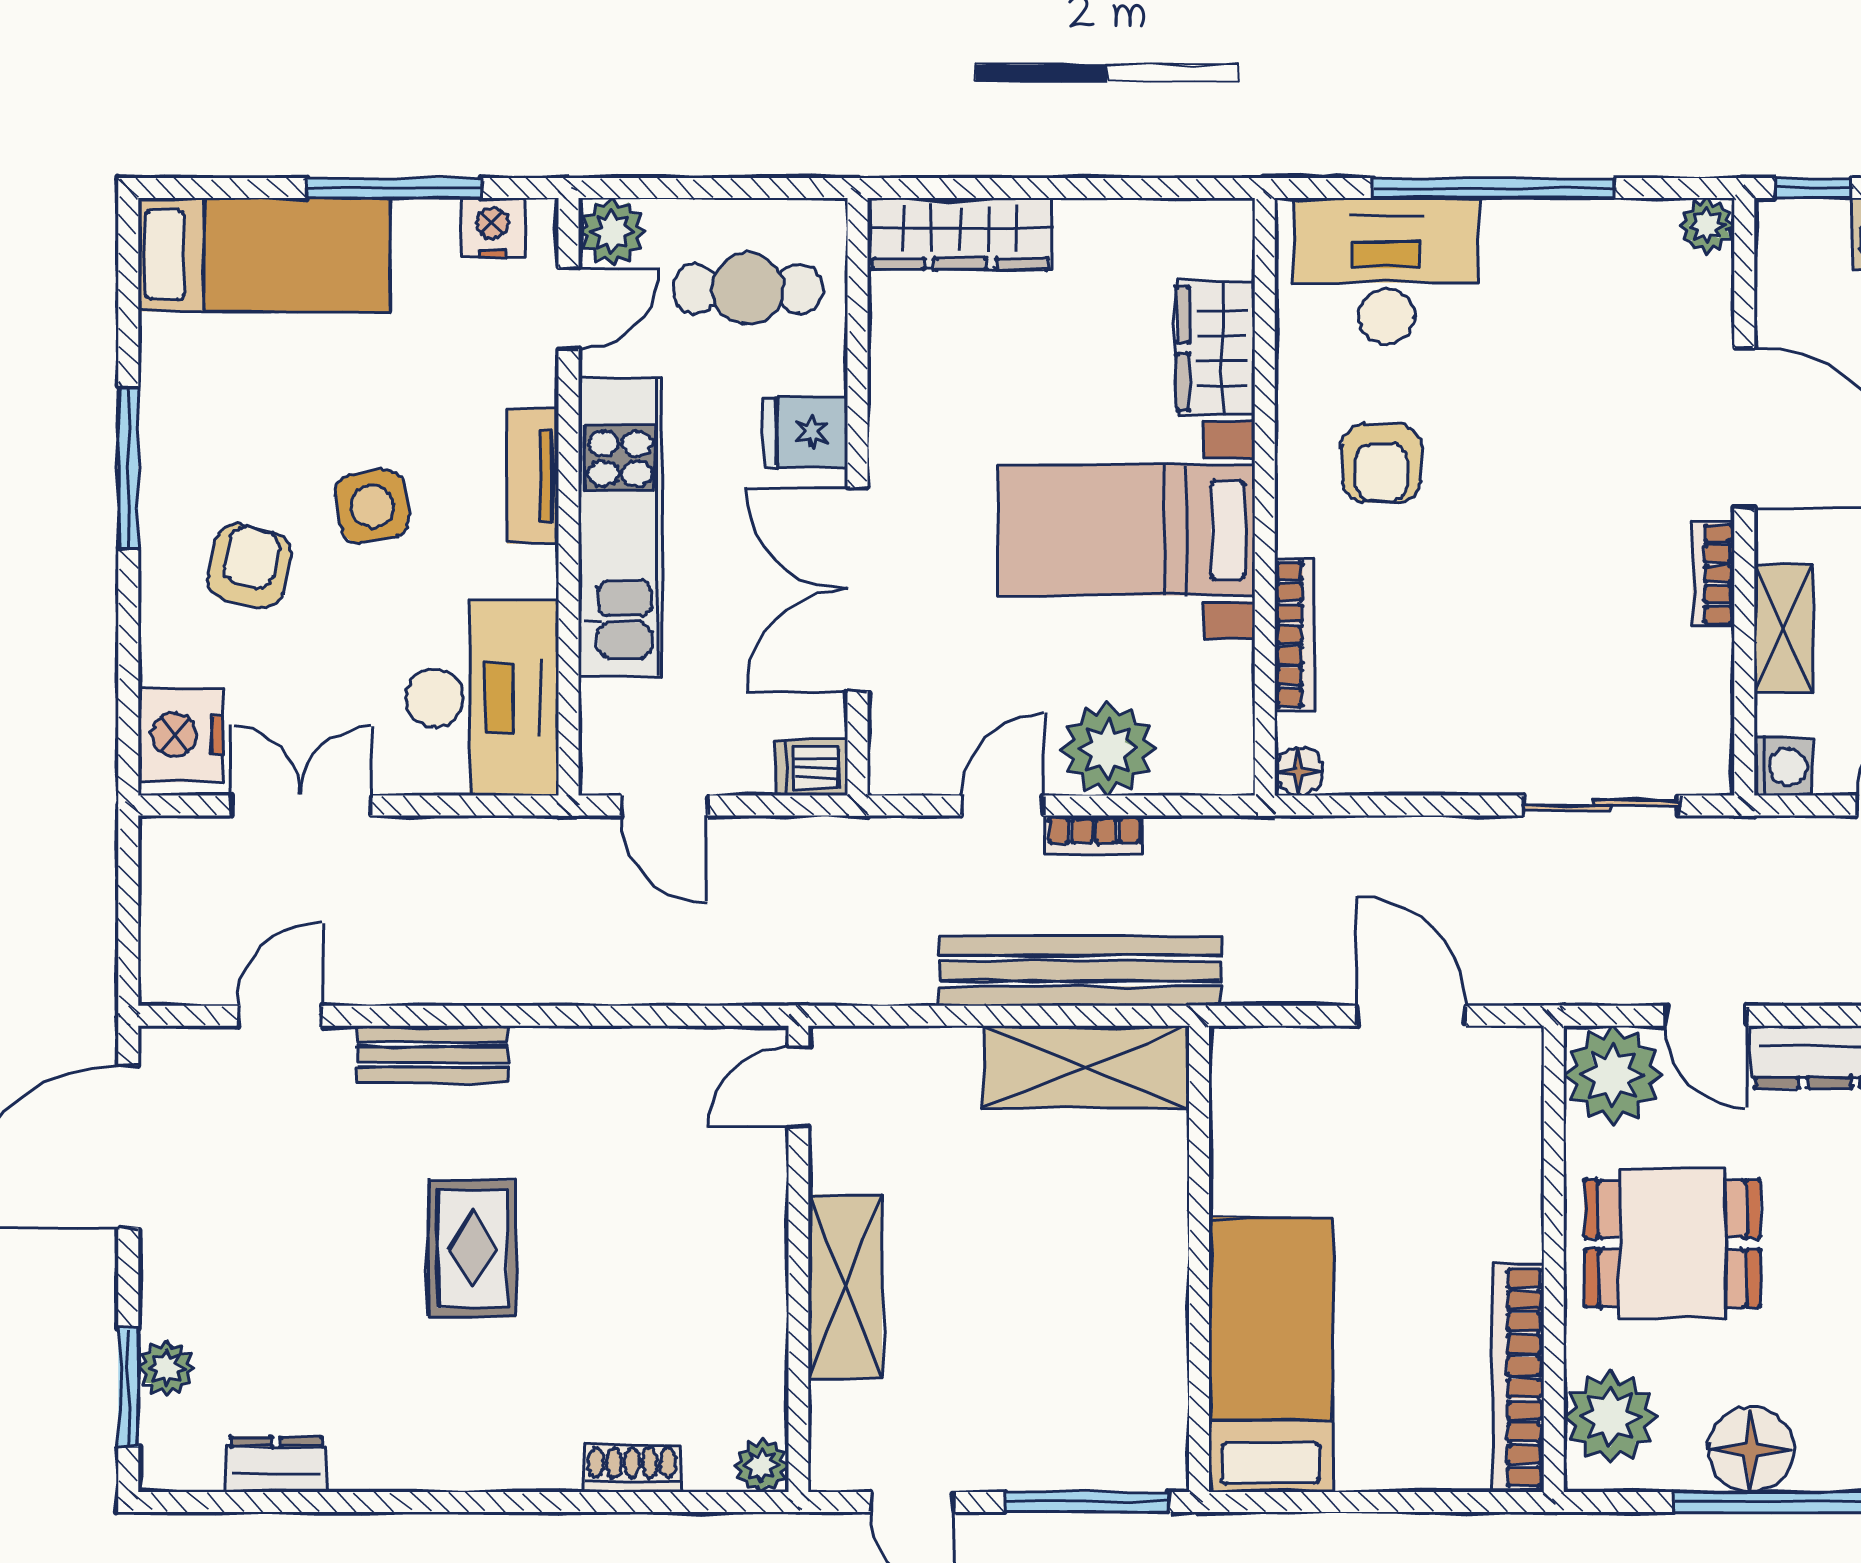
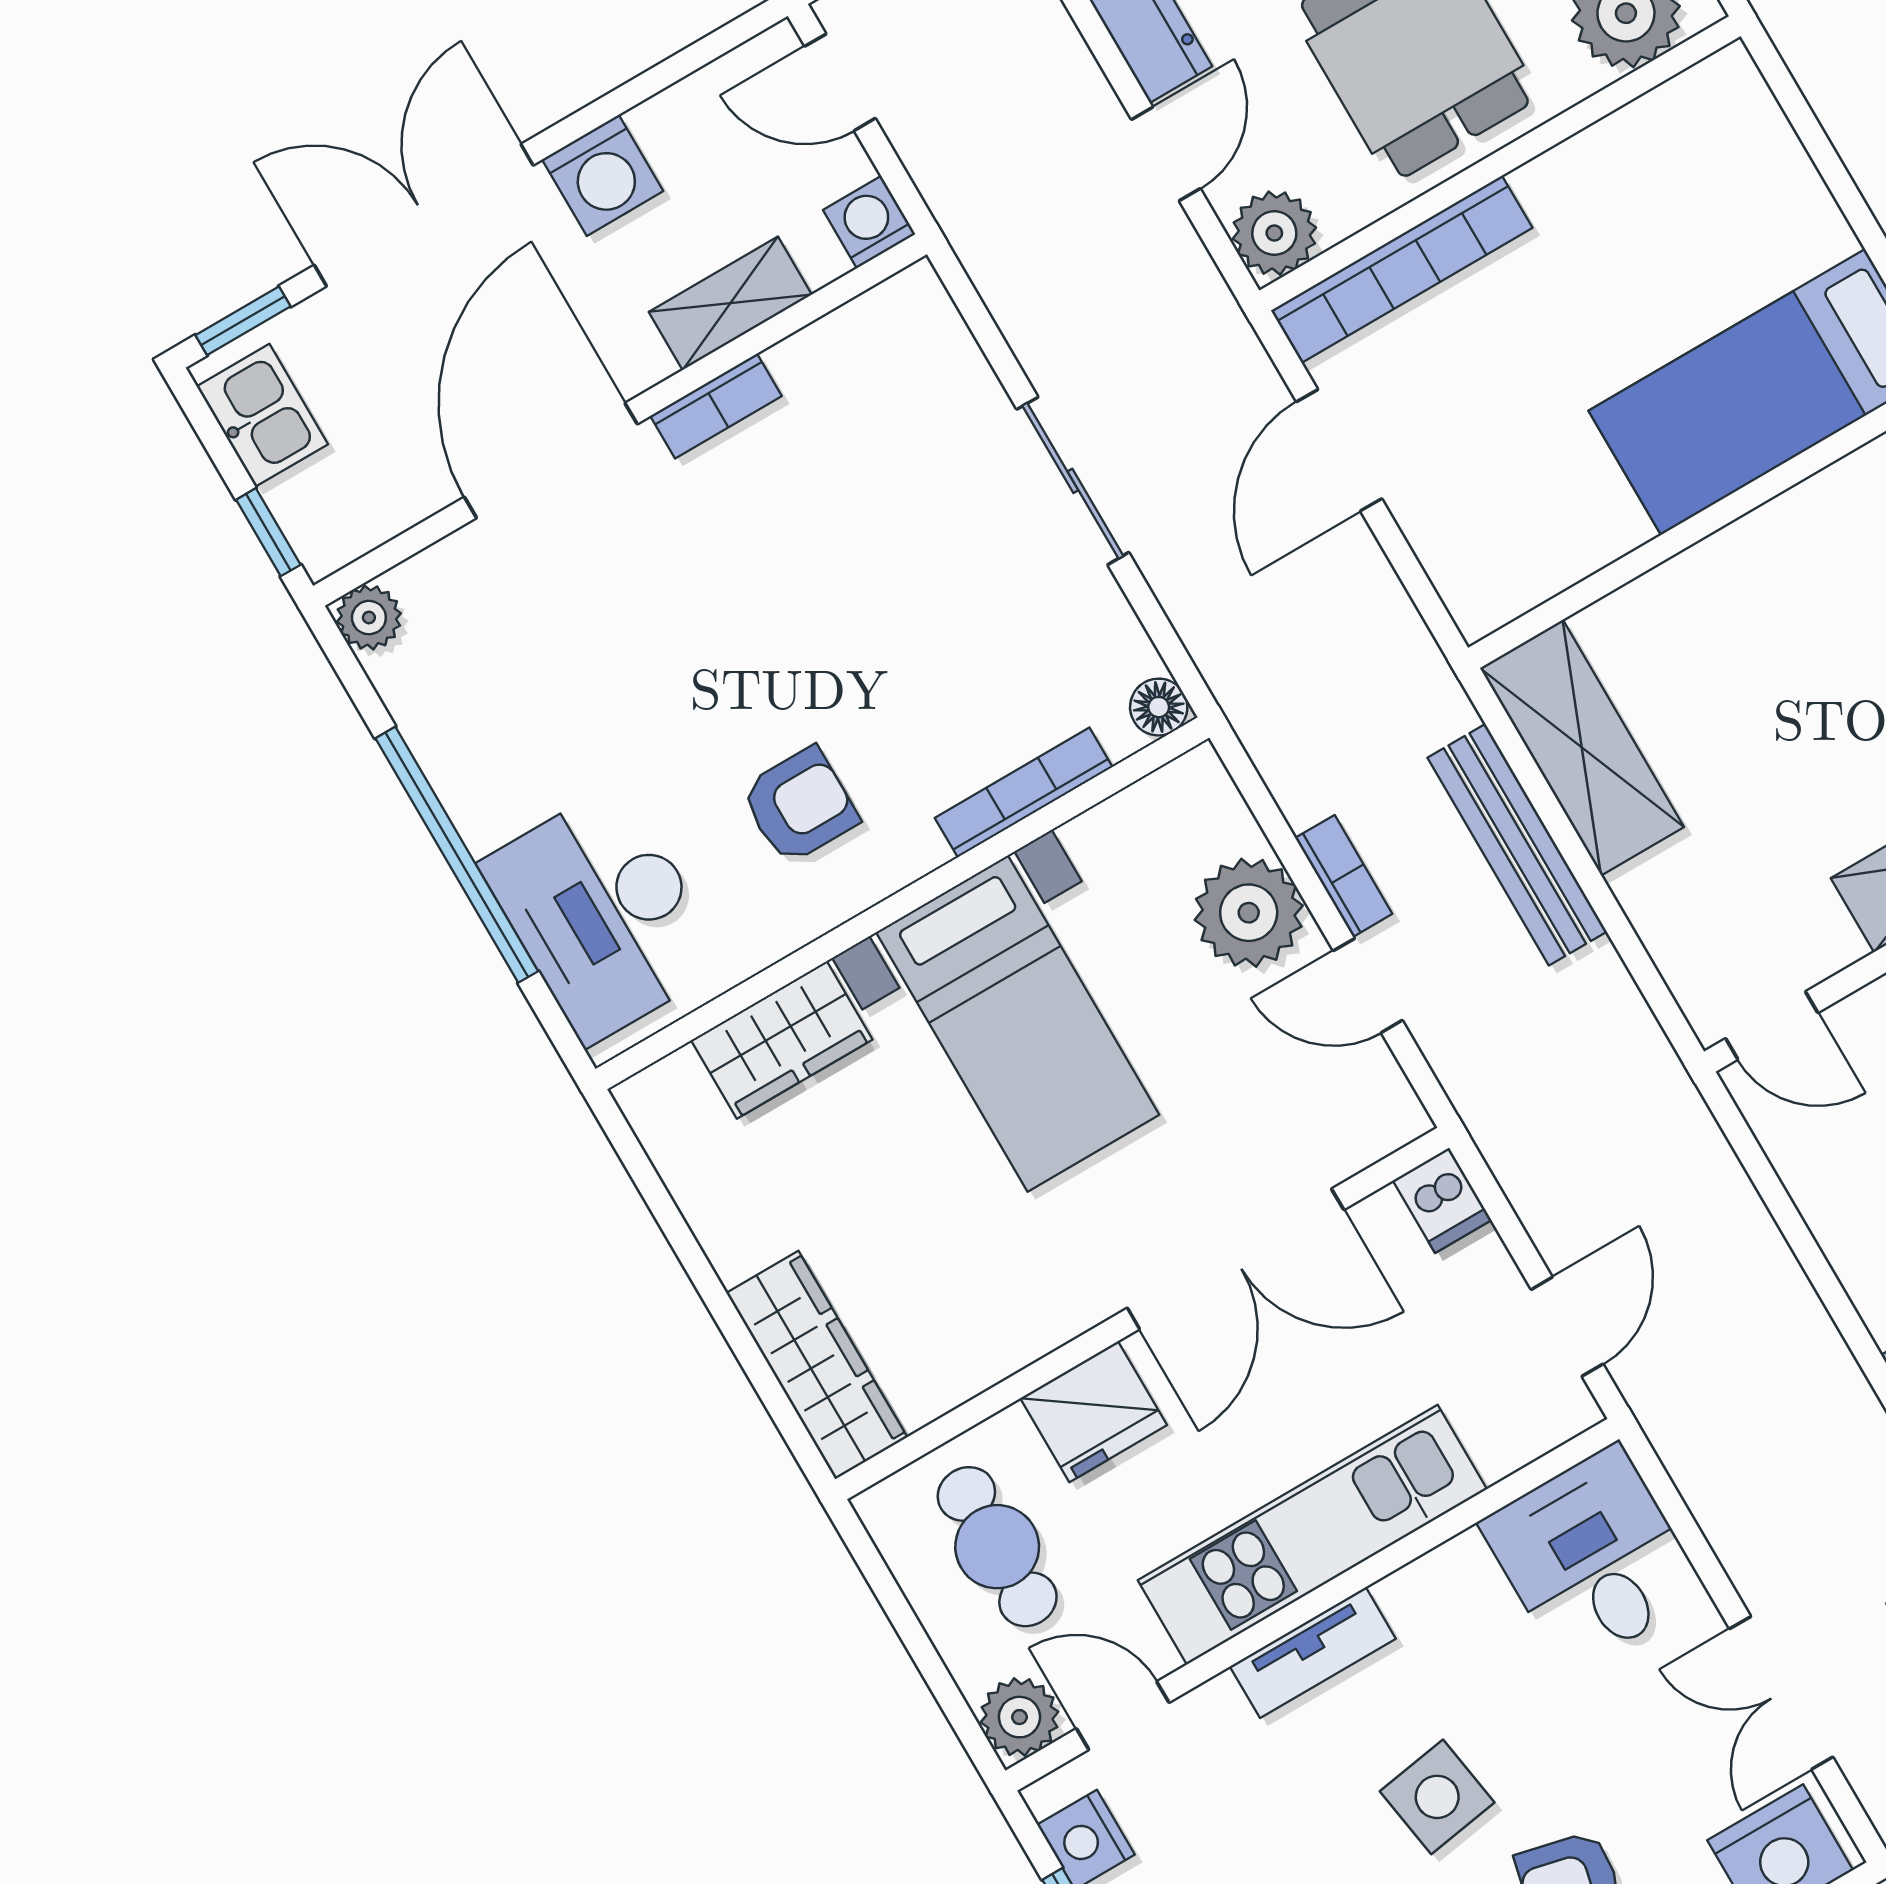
fridge: (806, 432) -> (1094, 1412), width x1.38
desk: (482, 698) -> (1593, 1558), width x0.73
sliding door: (1601, 806) -> (1073, 481), moved
bench: (1080, 971) -> (1517, 845), width x0.73, depth x0.82
plant: (1613, 1075) -> (1274, 233), width x0.73, depth x0.73
bookcase: (1518, 1377) -> (1402, 269), moved

